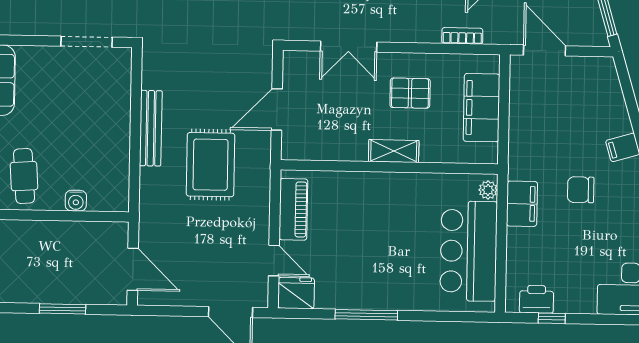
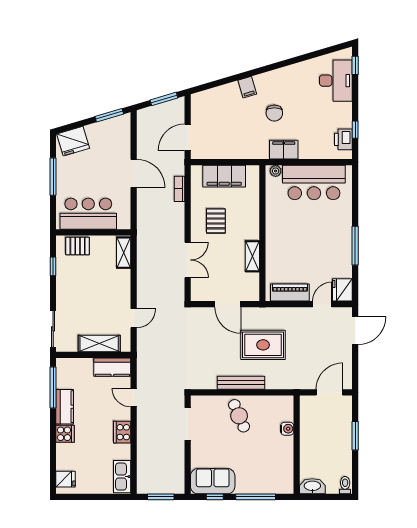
shelving: (394, 151) -> (252, 256), moved
cafe table: (24, 176) -> (239, 416), moved, turned 71

